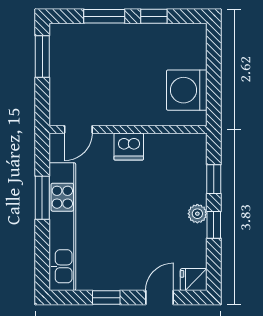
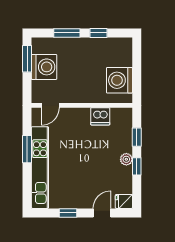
washing machine: (69, 69) -> (44, 67), added
dishwasher: (129, 147) -> (100, 116), moved

